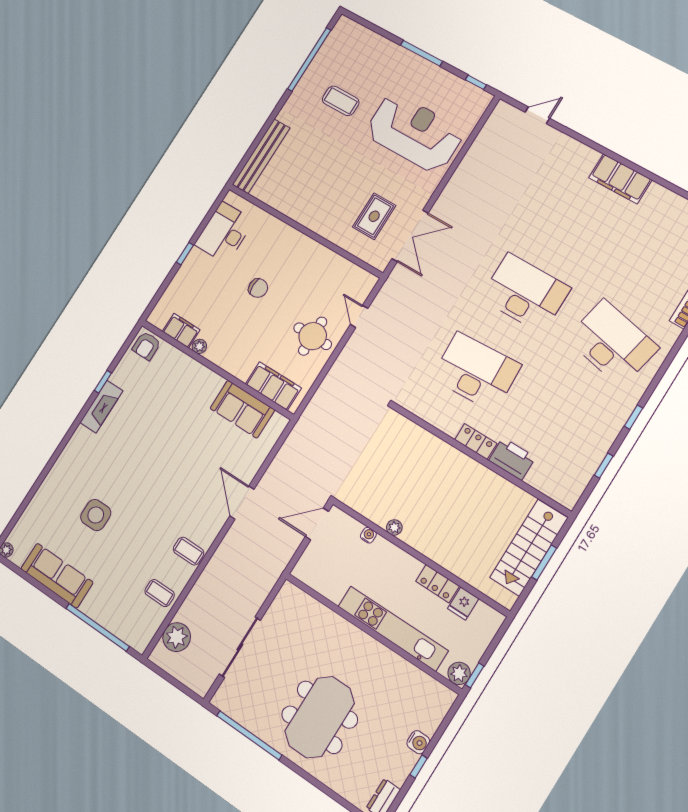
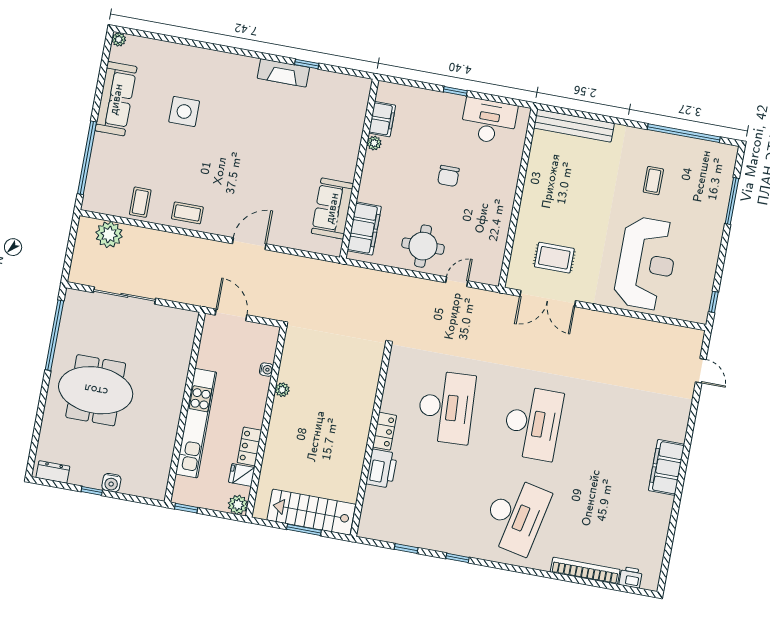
window: (421, 53) -> (732, 201), moved
coffee table: (341, 101) -> (653, 181), width x0.73, depth x0.77
armchair: (147, 346) -> (356, 92), removed
door: (317, 524) -> (231, 315), moved
coffee table: (189, 551) -> (187, 213), turned 90
plant: (459, 673) -> (238, 505), moved

